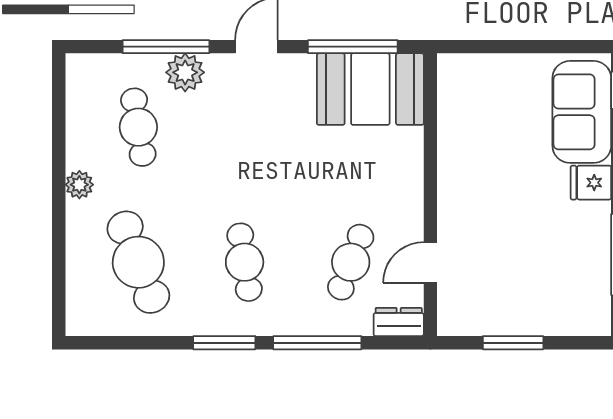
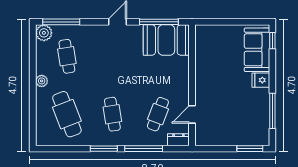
window: (166, 47) -> (61, 22), moved
plant: (185, 72) -> (44, 33), moved
window: (513, 343) -> (250, 149), moved

